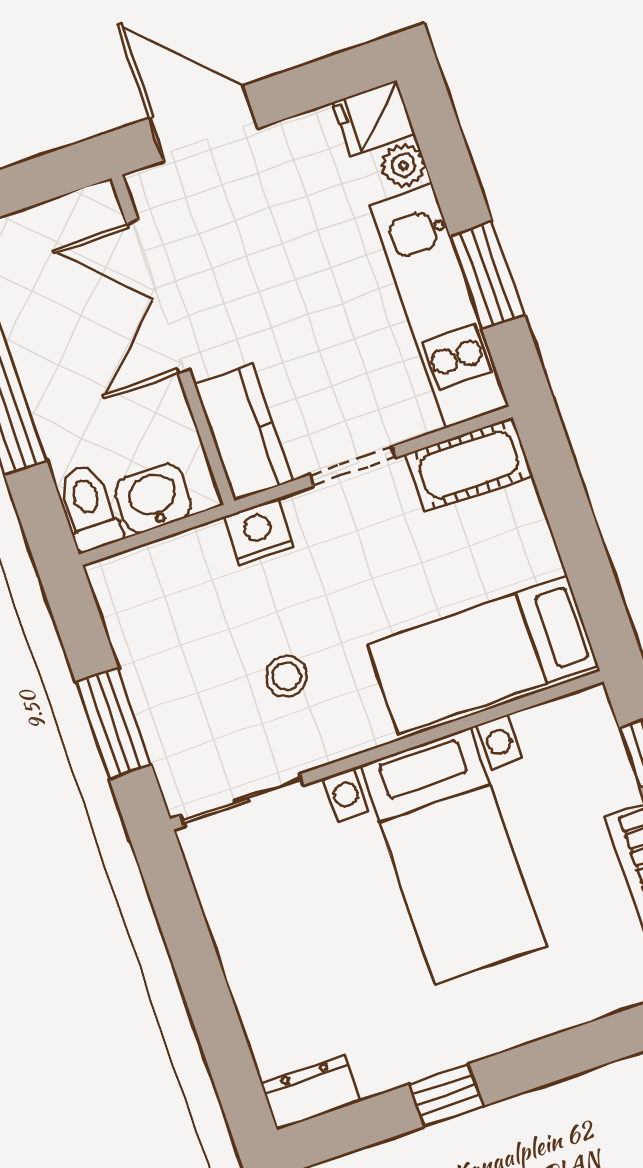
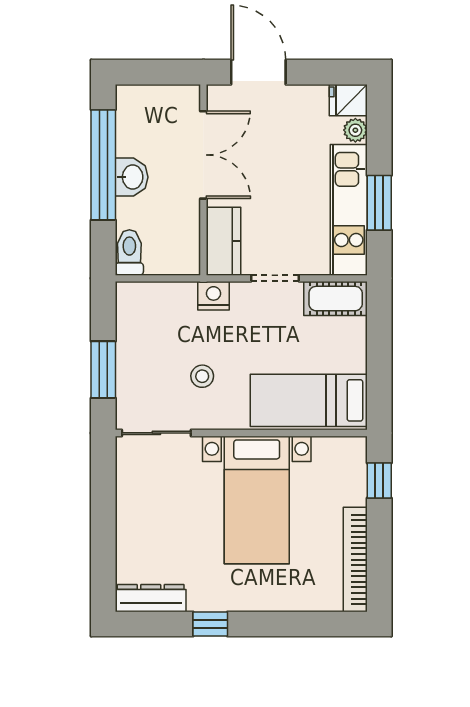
double door: (158, 297) -> (203, 155), swing flipped
washbasin: (154, 498) -> (132, 177), moved, turned 90
dresser: (311, 1092) -> (151, 598), width x1.44

